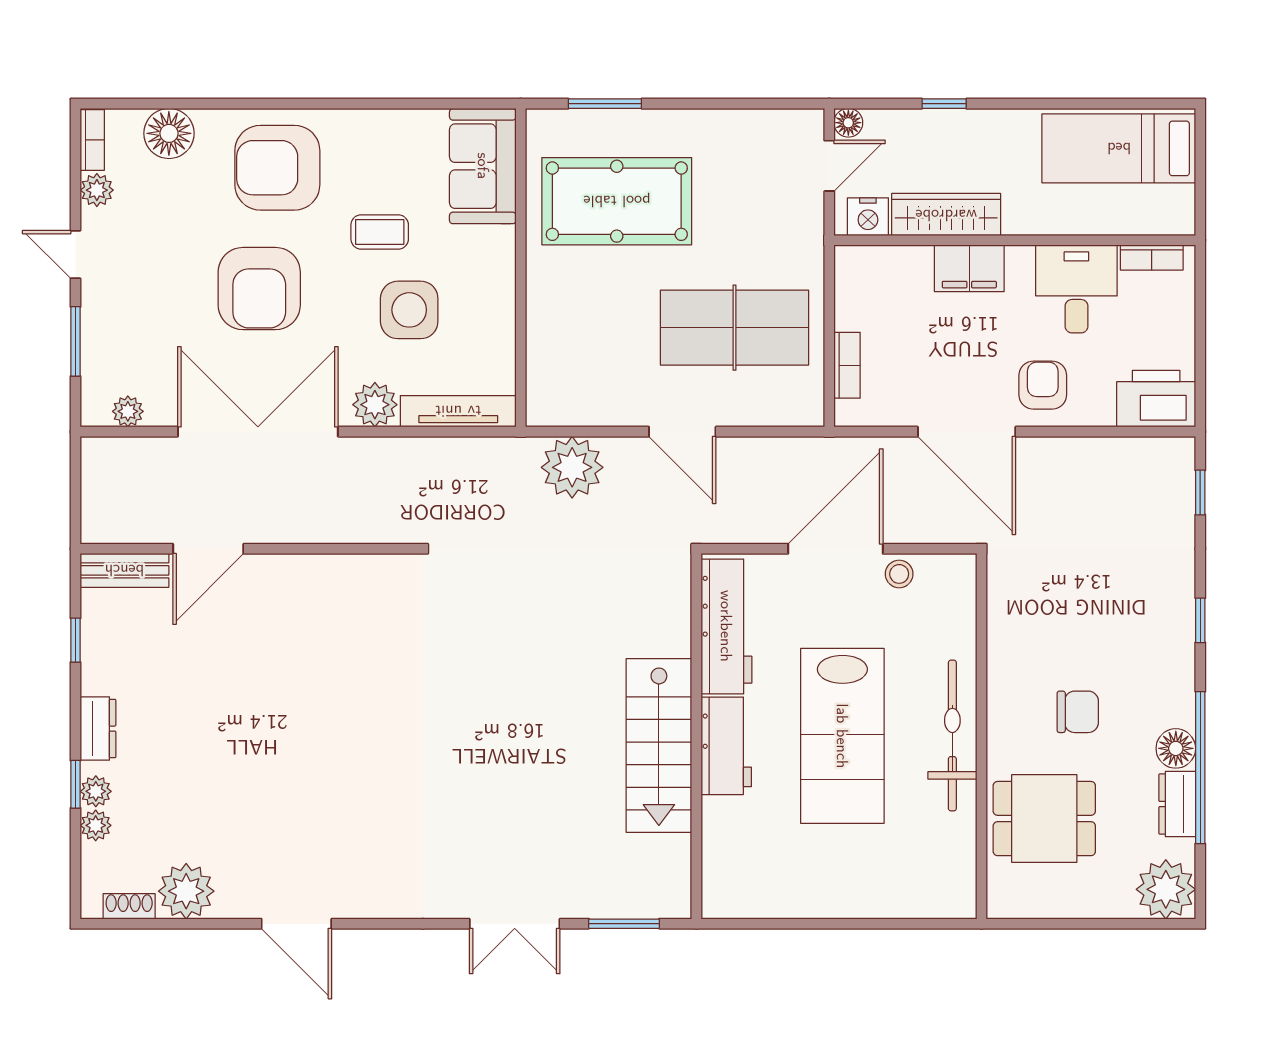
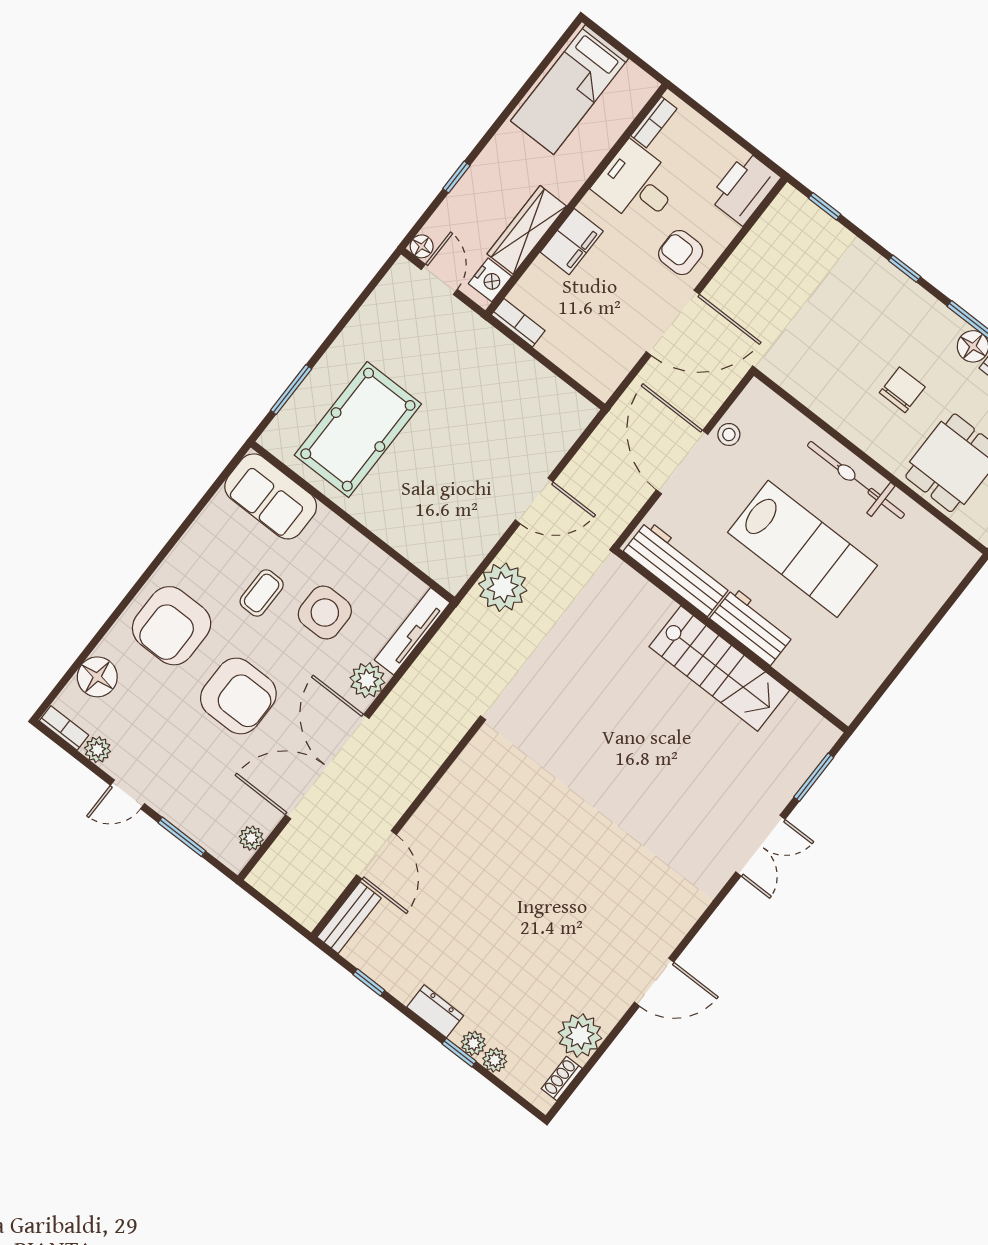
table tennis table: (734, 328) -> (494, 418), removed
bookcase: (847, 365) -> (518, 323), moved

